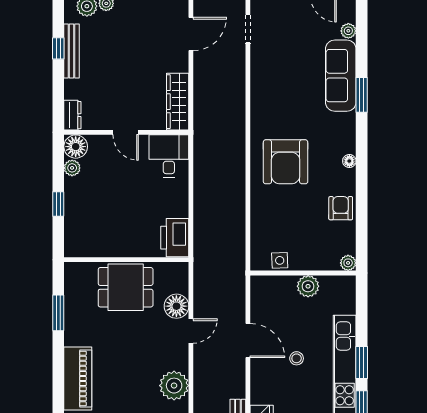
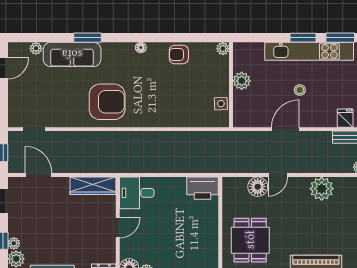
armchair: (286, 162) -> (107, 102), moved
dining table: (126, 287) -> (250, 240), moved
door: (191, 331) -> (278, 175), swing flipped

